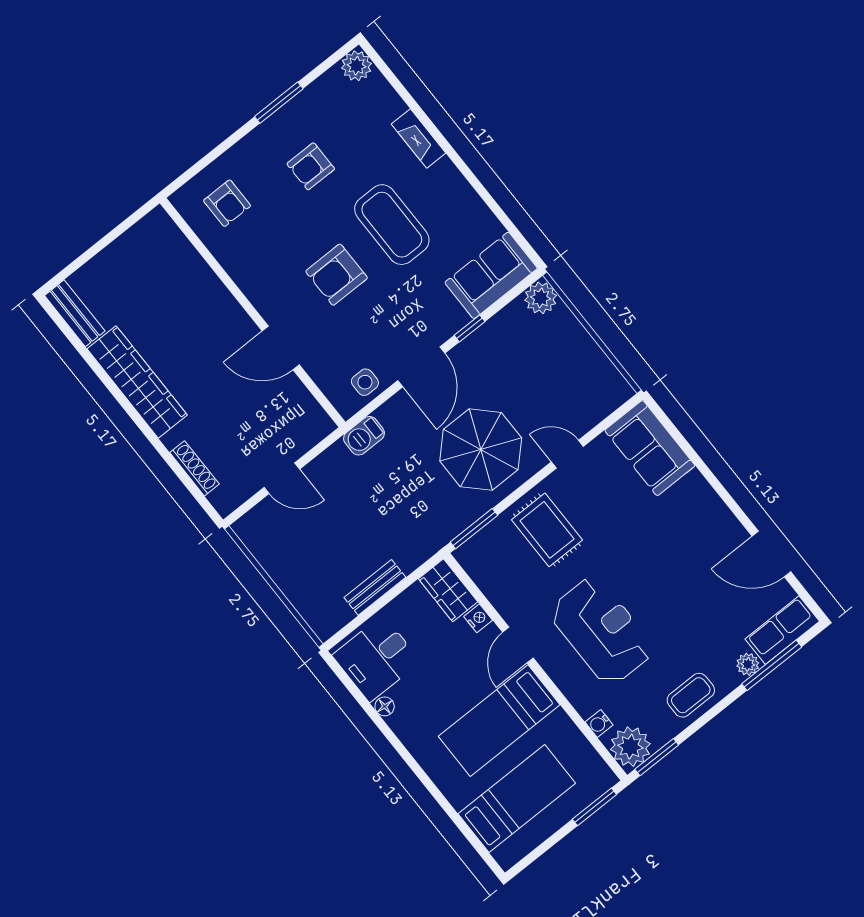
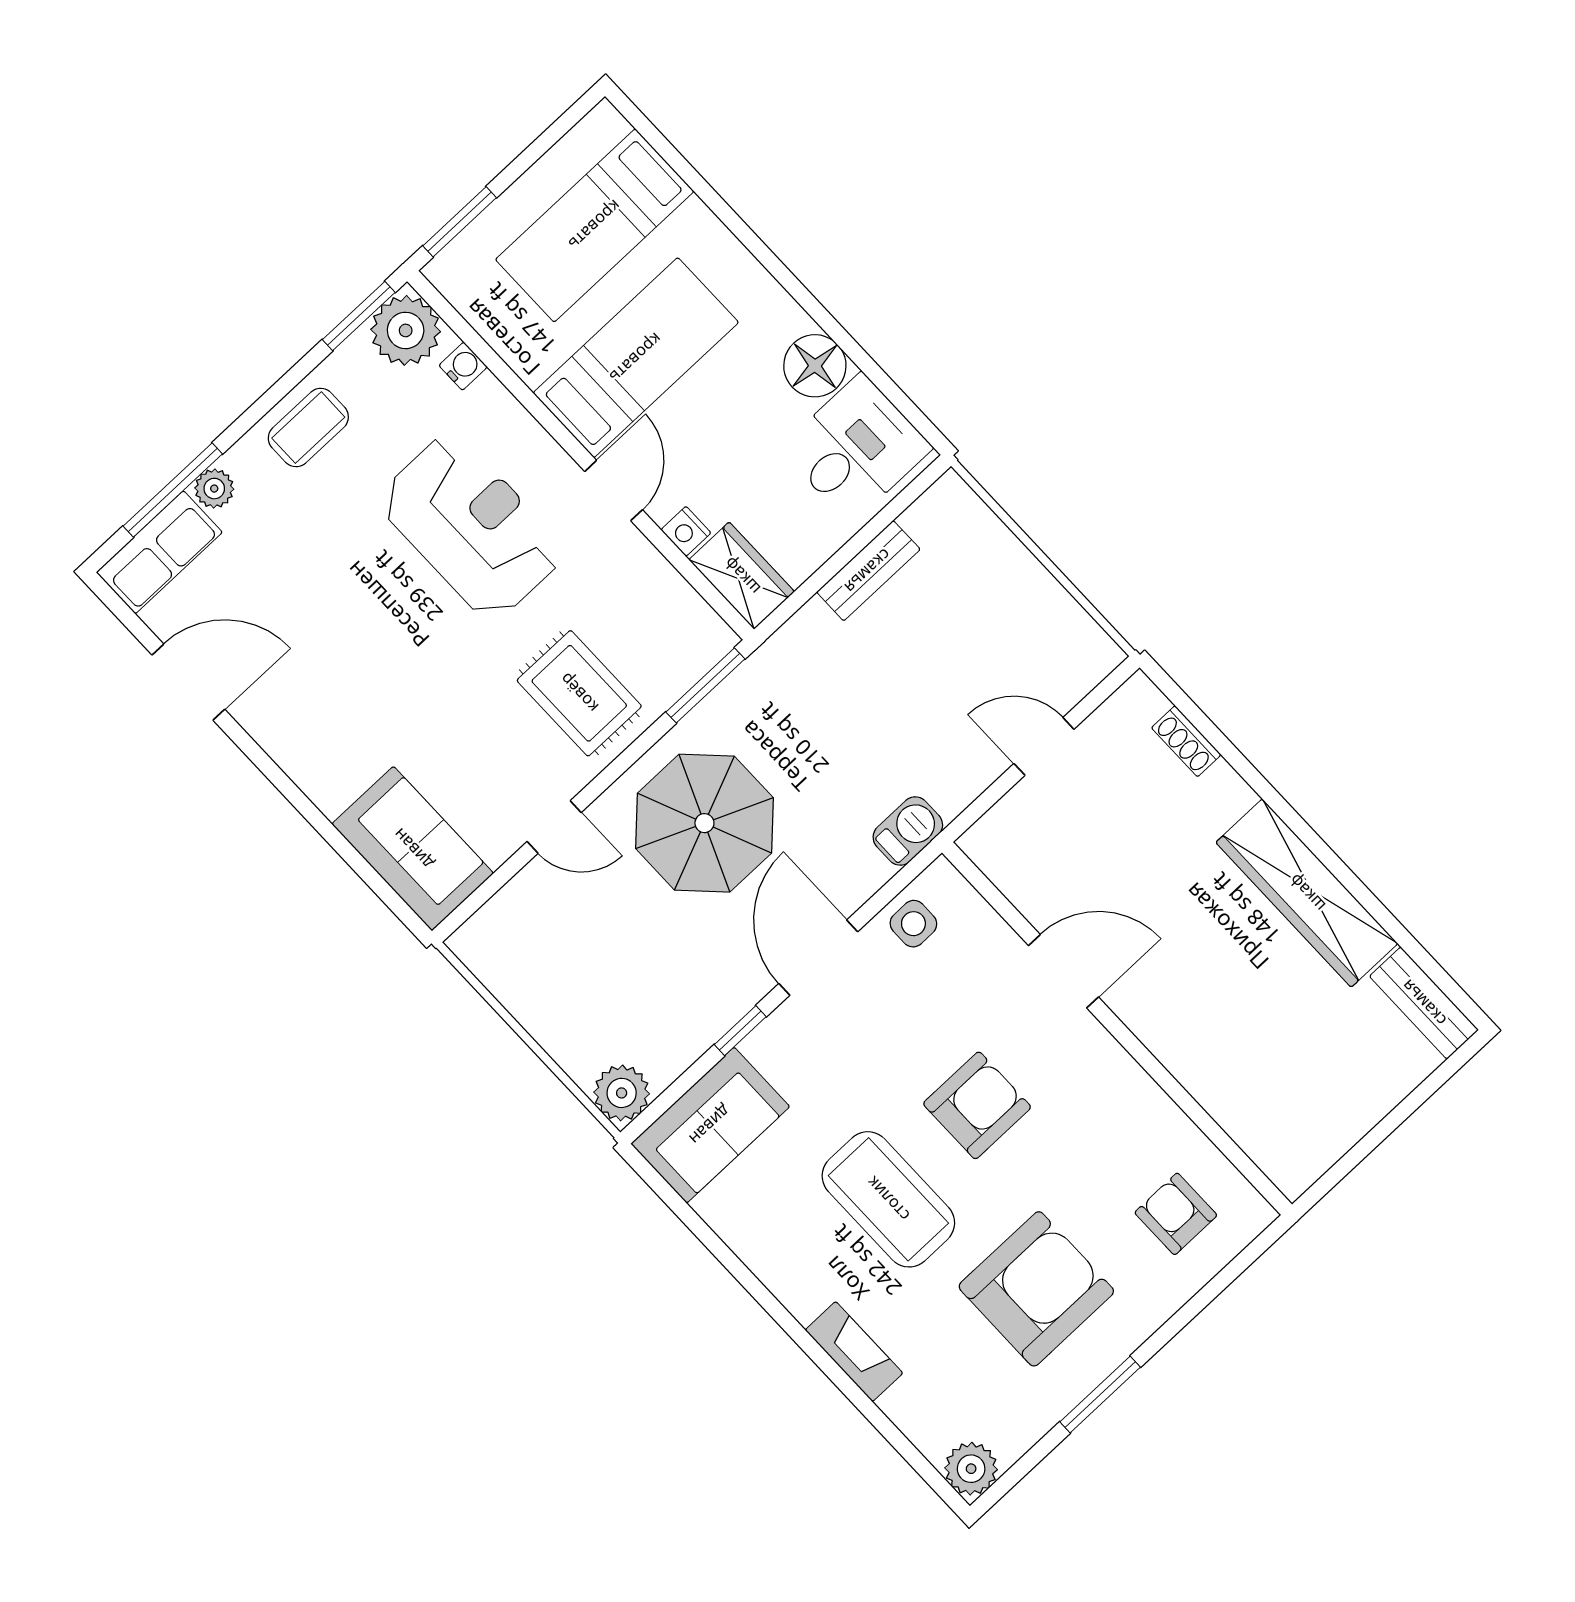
armchair: (311, 166) -> (1036, 1289), width x1.88, depth x1.88
shoe rack: (194, 468) -> (1186, 741), width x0.70
reception desk: (602, 631) -> (471, 526), turned 180
floor lamp: (385, 706) -> (815, 366), width x1.89, depth x1.89

